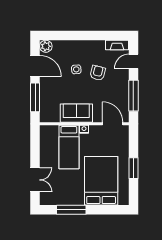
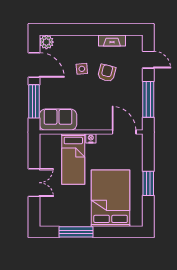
fireplace: (117, 45) -> (112, 41), moved
door: (133, 61) -> (148, 60), swing flipped
sofa: (76, 113) -> (58, 120), moved
double door: (35, 180) -> (34, 183), moved

